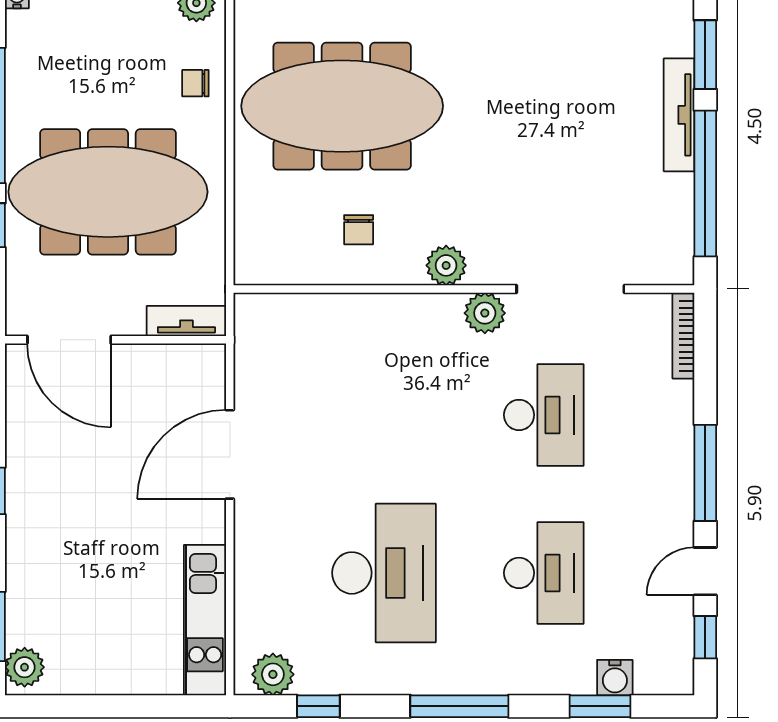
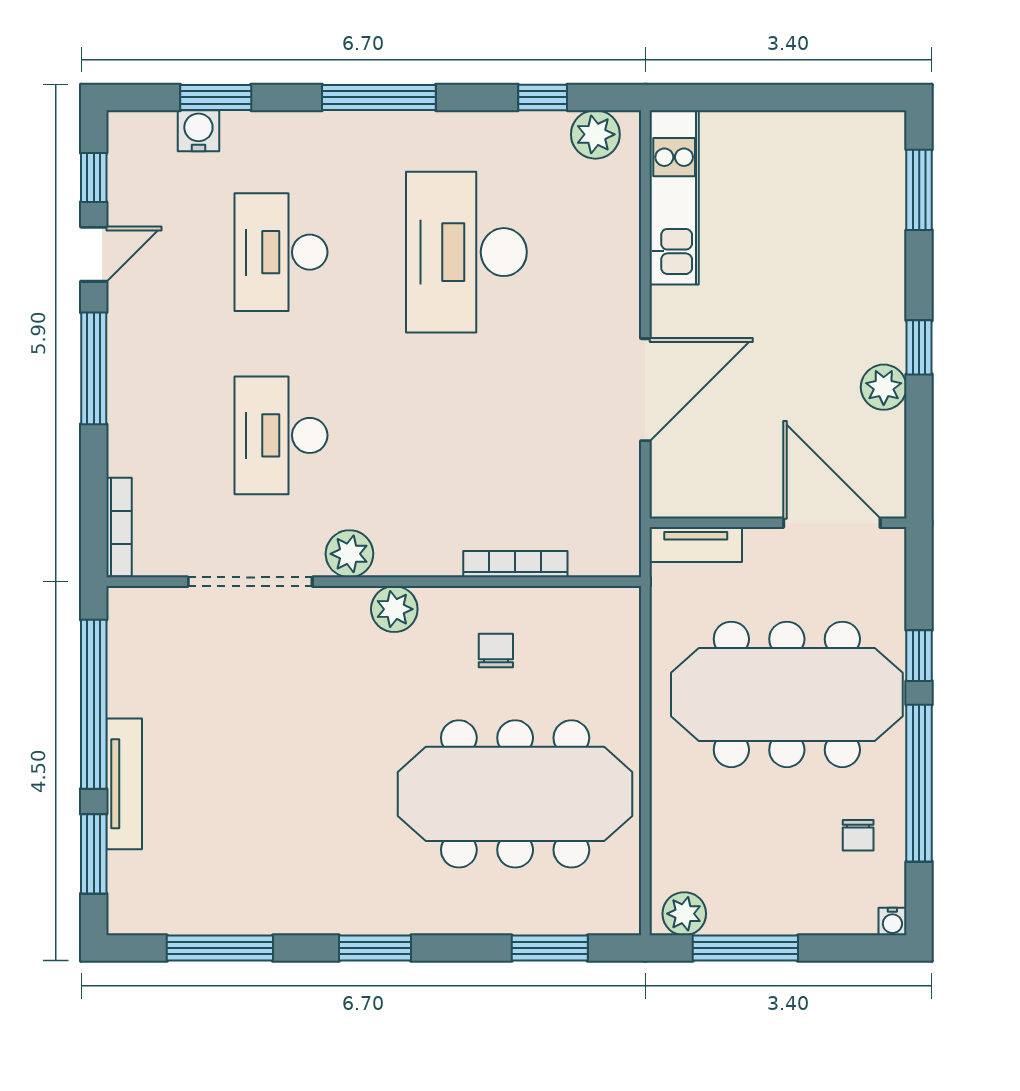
chair: (195, 83) -> (858, 835), moved, turned 90
bookcase: (342, 304) -> (515, 564), added
plant: (25, 667) -> (884, 387), moved

